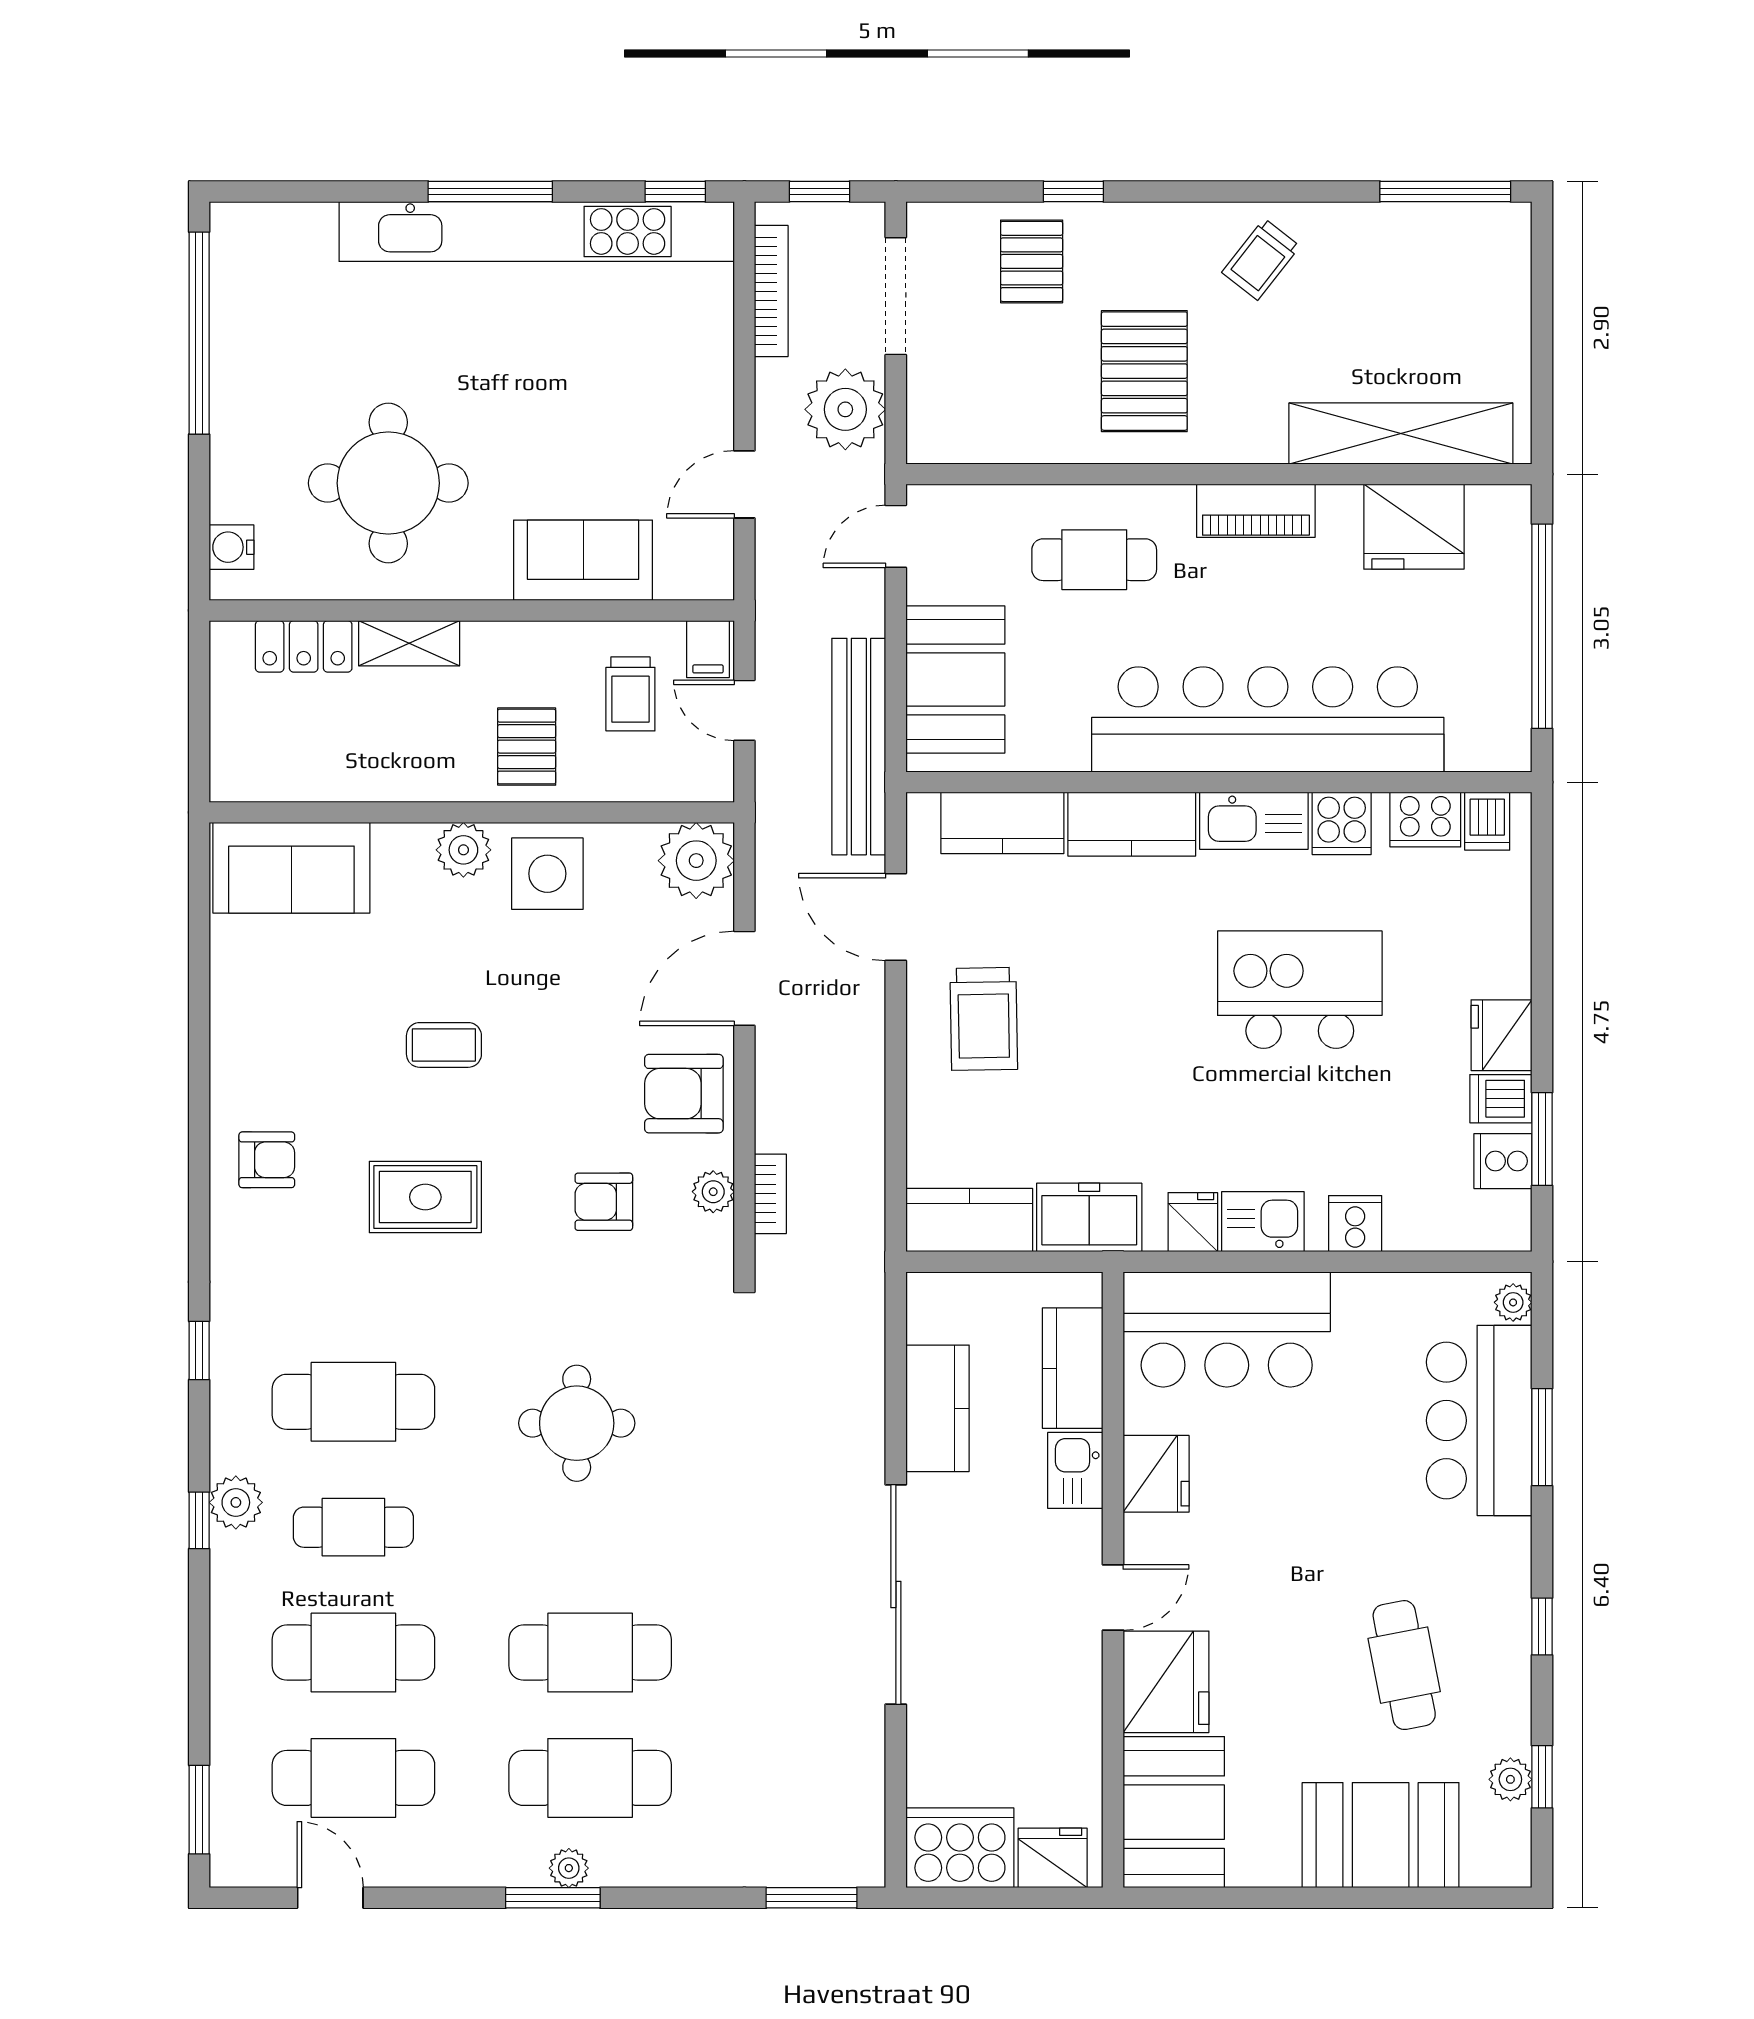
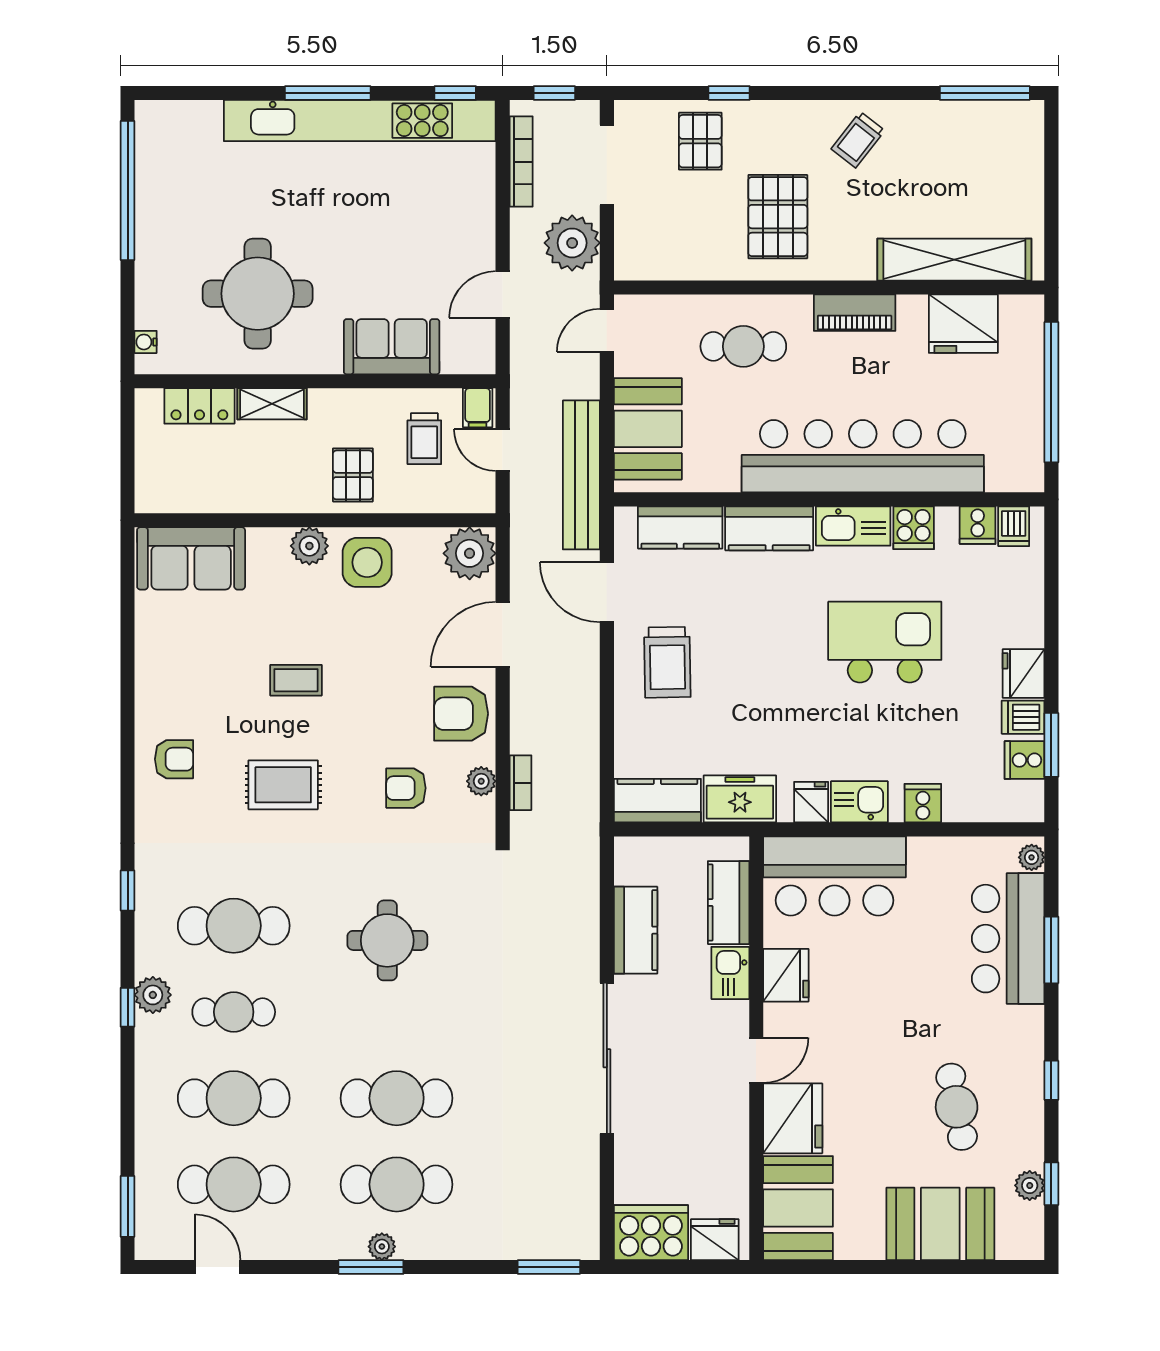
water cooler: (232, 547) -> (146, 342), width x0.72, depth x0.72
cooker: (1425, 820) -> (978, 525), width x0.73

